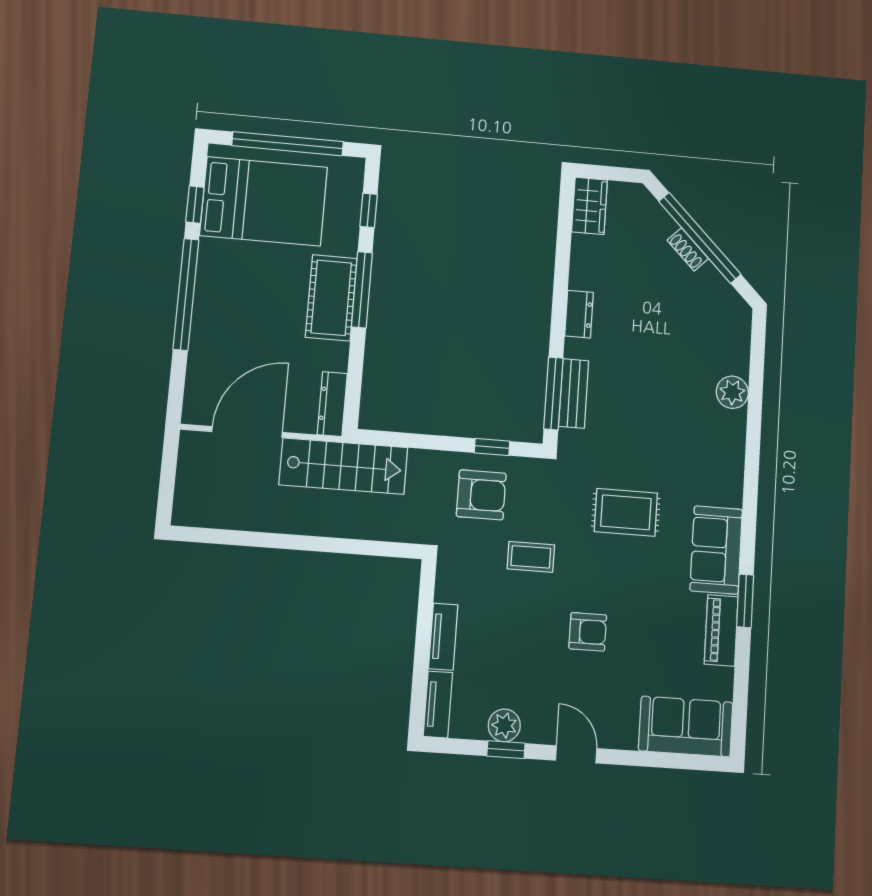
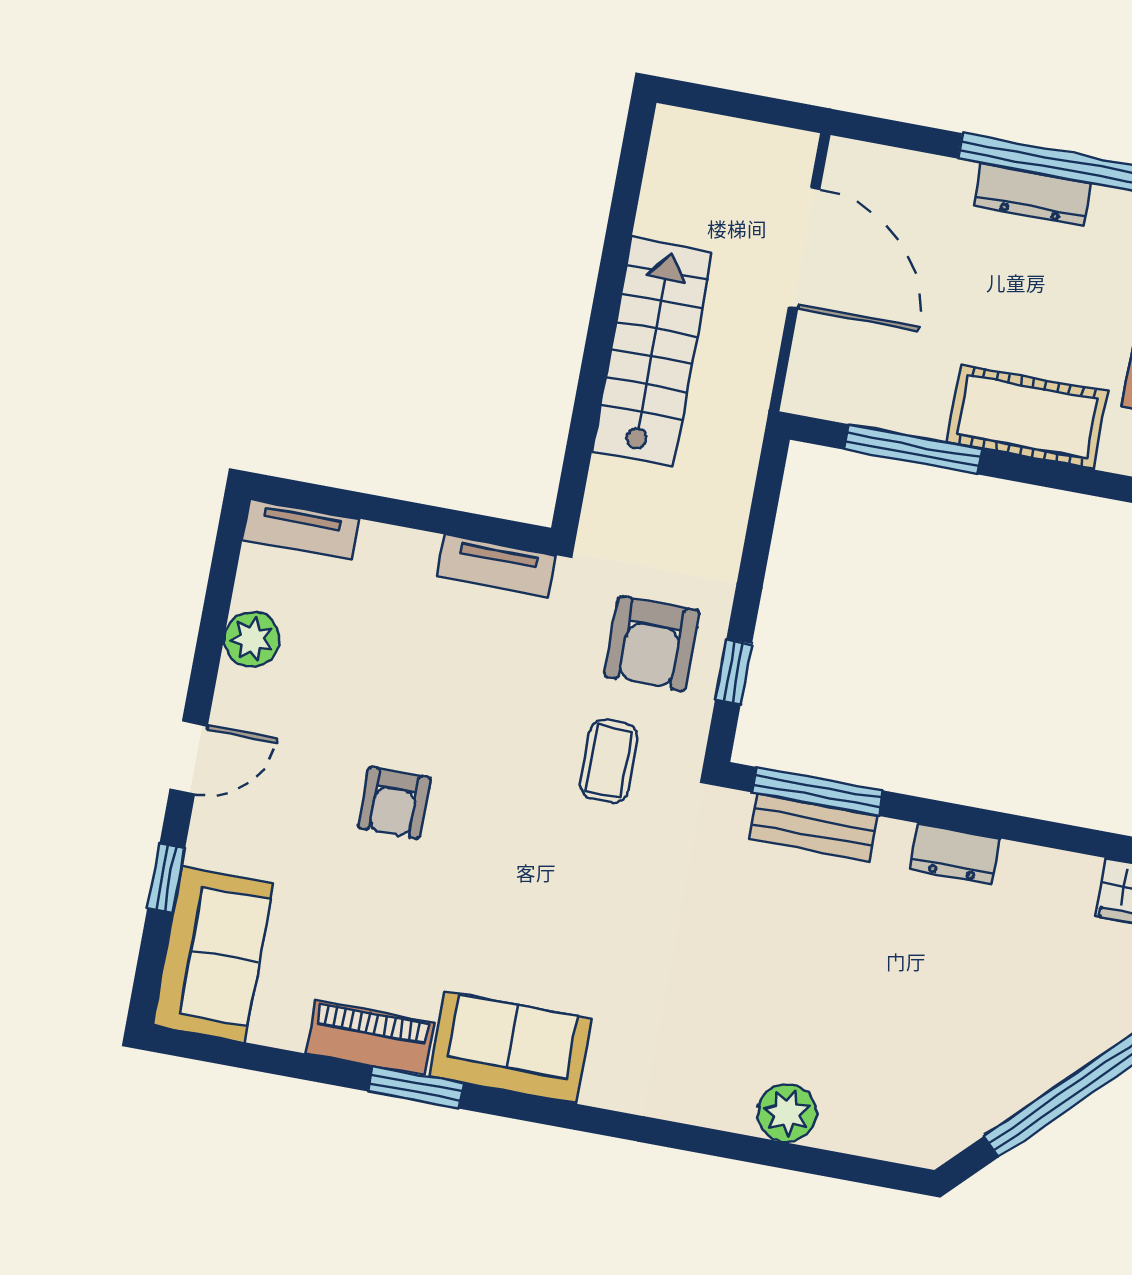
shoe rack: (688, 249) -> (1054, 1066), removed
window: (362, 290) -> (913, 449), moved
dresser: (332, 404) -> (1033, 195), moved, turned 180
stairs: (343, 466) -> (652, 352), moved, turned 180
rug: (626, 512) -> (594, 895), removed
coffee table: (531, 557) -> (609, 761), moved
tv unit: (443, 637) -> (496, 566), moved
window: (506, 750) -> (166, 879), moved

